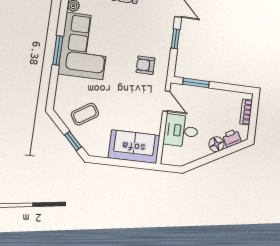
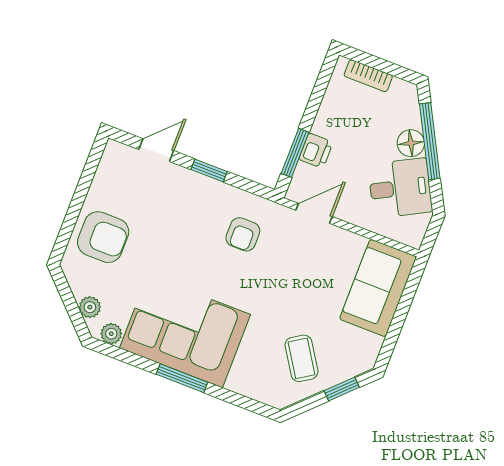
desk: (181, 131) -> (400, 188), moved, turned -118
printer: (232, 138) -> (316, 151), moved, turned -152
window: (220, 154) -> (430, 141), added

